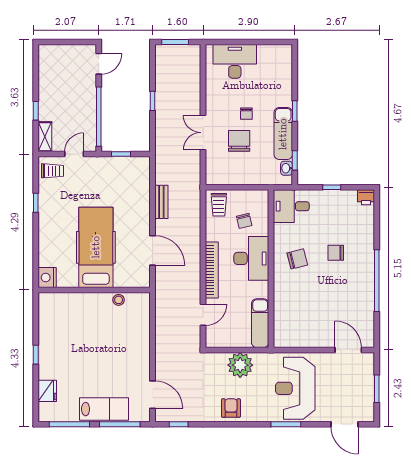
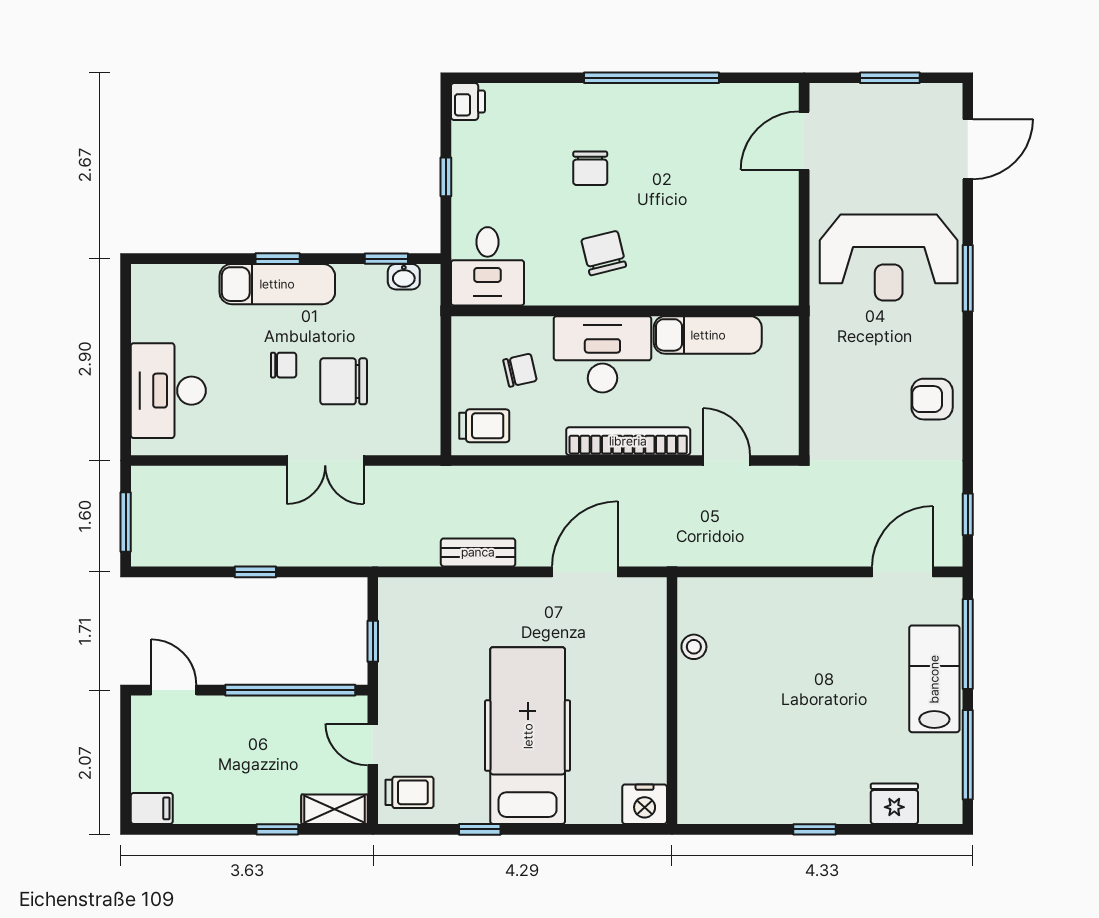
filing cabinet: (45, 54) -> (152, 808), added
exam couch: (283, 134) -> (277, 284), moved
trolley: (52, 171) -> (410, 792), turned 90
hospital bed: (96, 247) -> (528, 736), moved, turned 90
exam couch: (260, 323) -> (708, 335), moved
plant: (240, 365) -> (837, 379), removed

